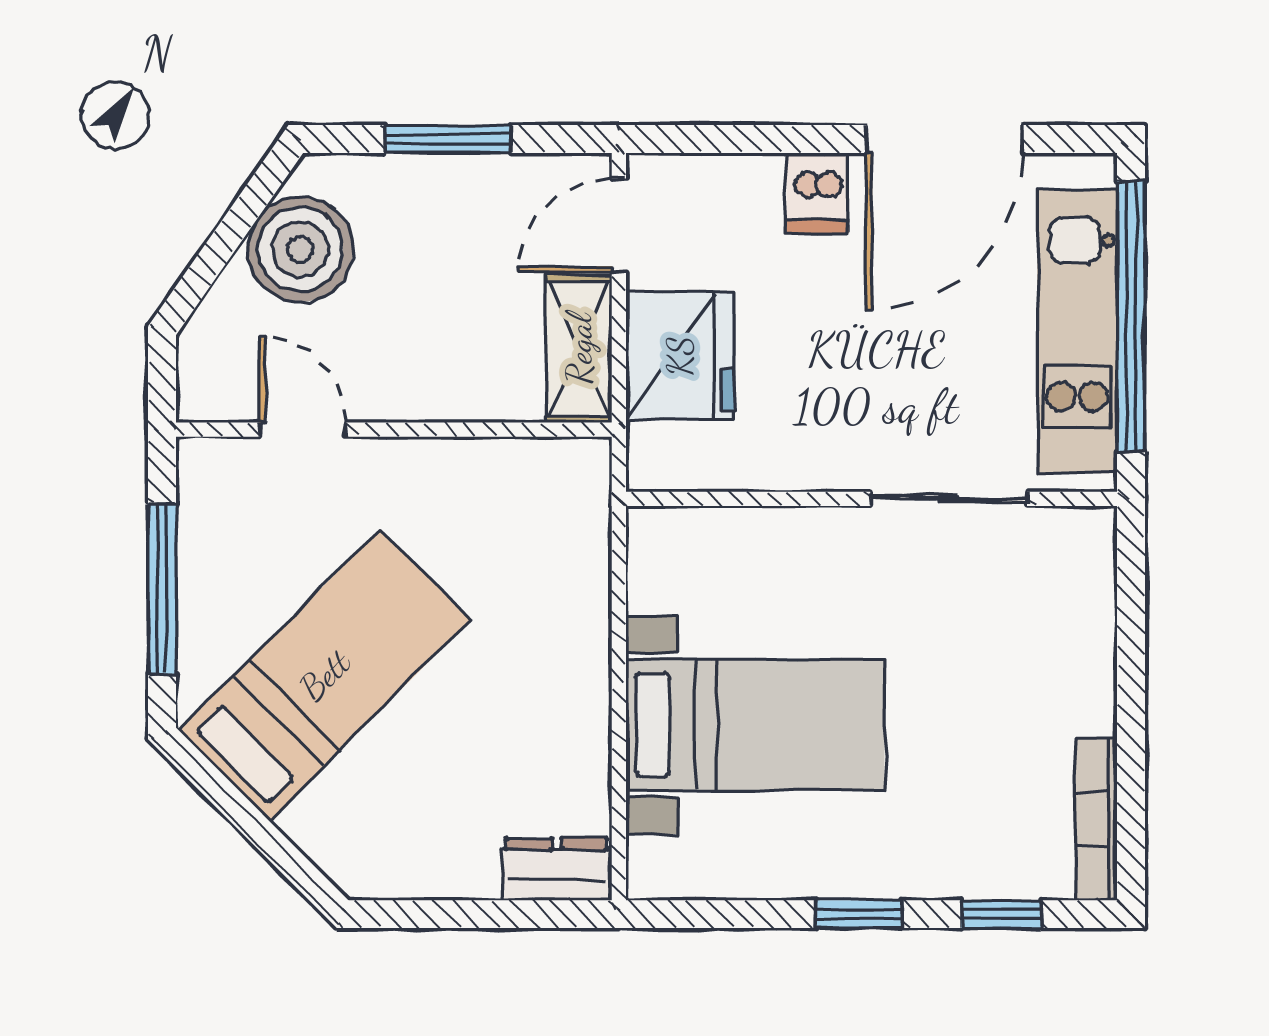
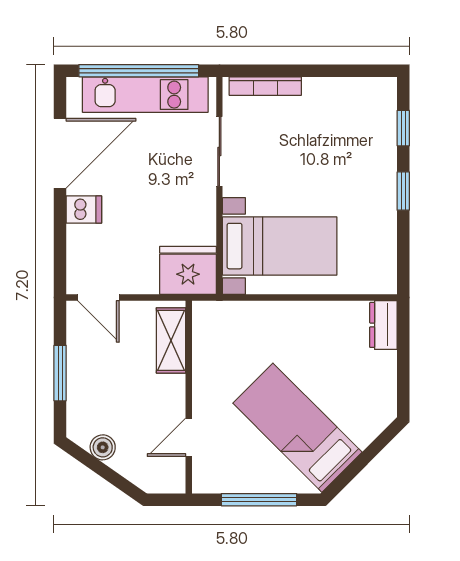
door: (945, 139) -> (60, 153), hinge flipped
boiler: (300, 249) -> (103, 447), width x0.54, depth x0.54
shelving: (579, 349) -> (171, 340), moved, turned 90
fridge: (680, 356) -> (188, 270), moved
bed with nightstands: (755, 725) -> (280, 246), moved, turned 90
bookcase: (1096, 819) -> (265, 86), moved

